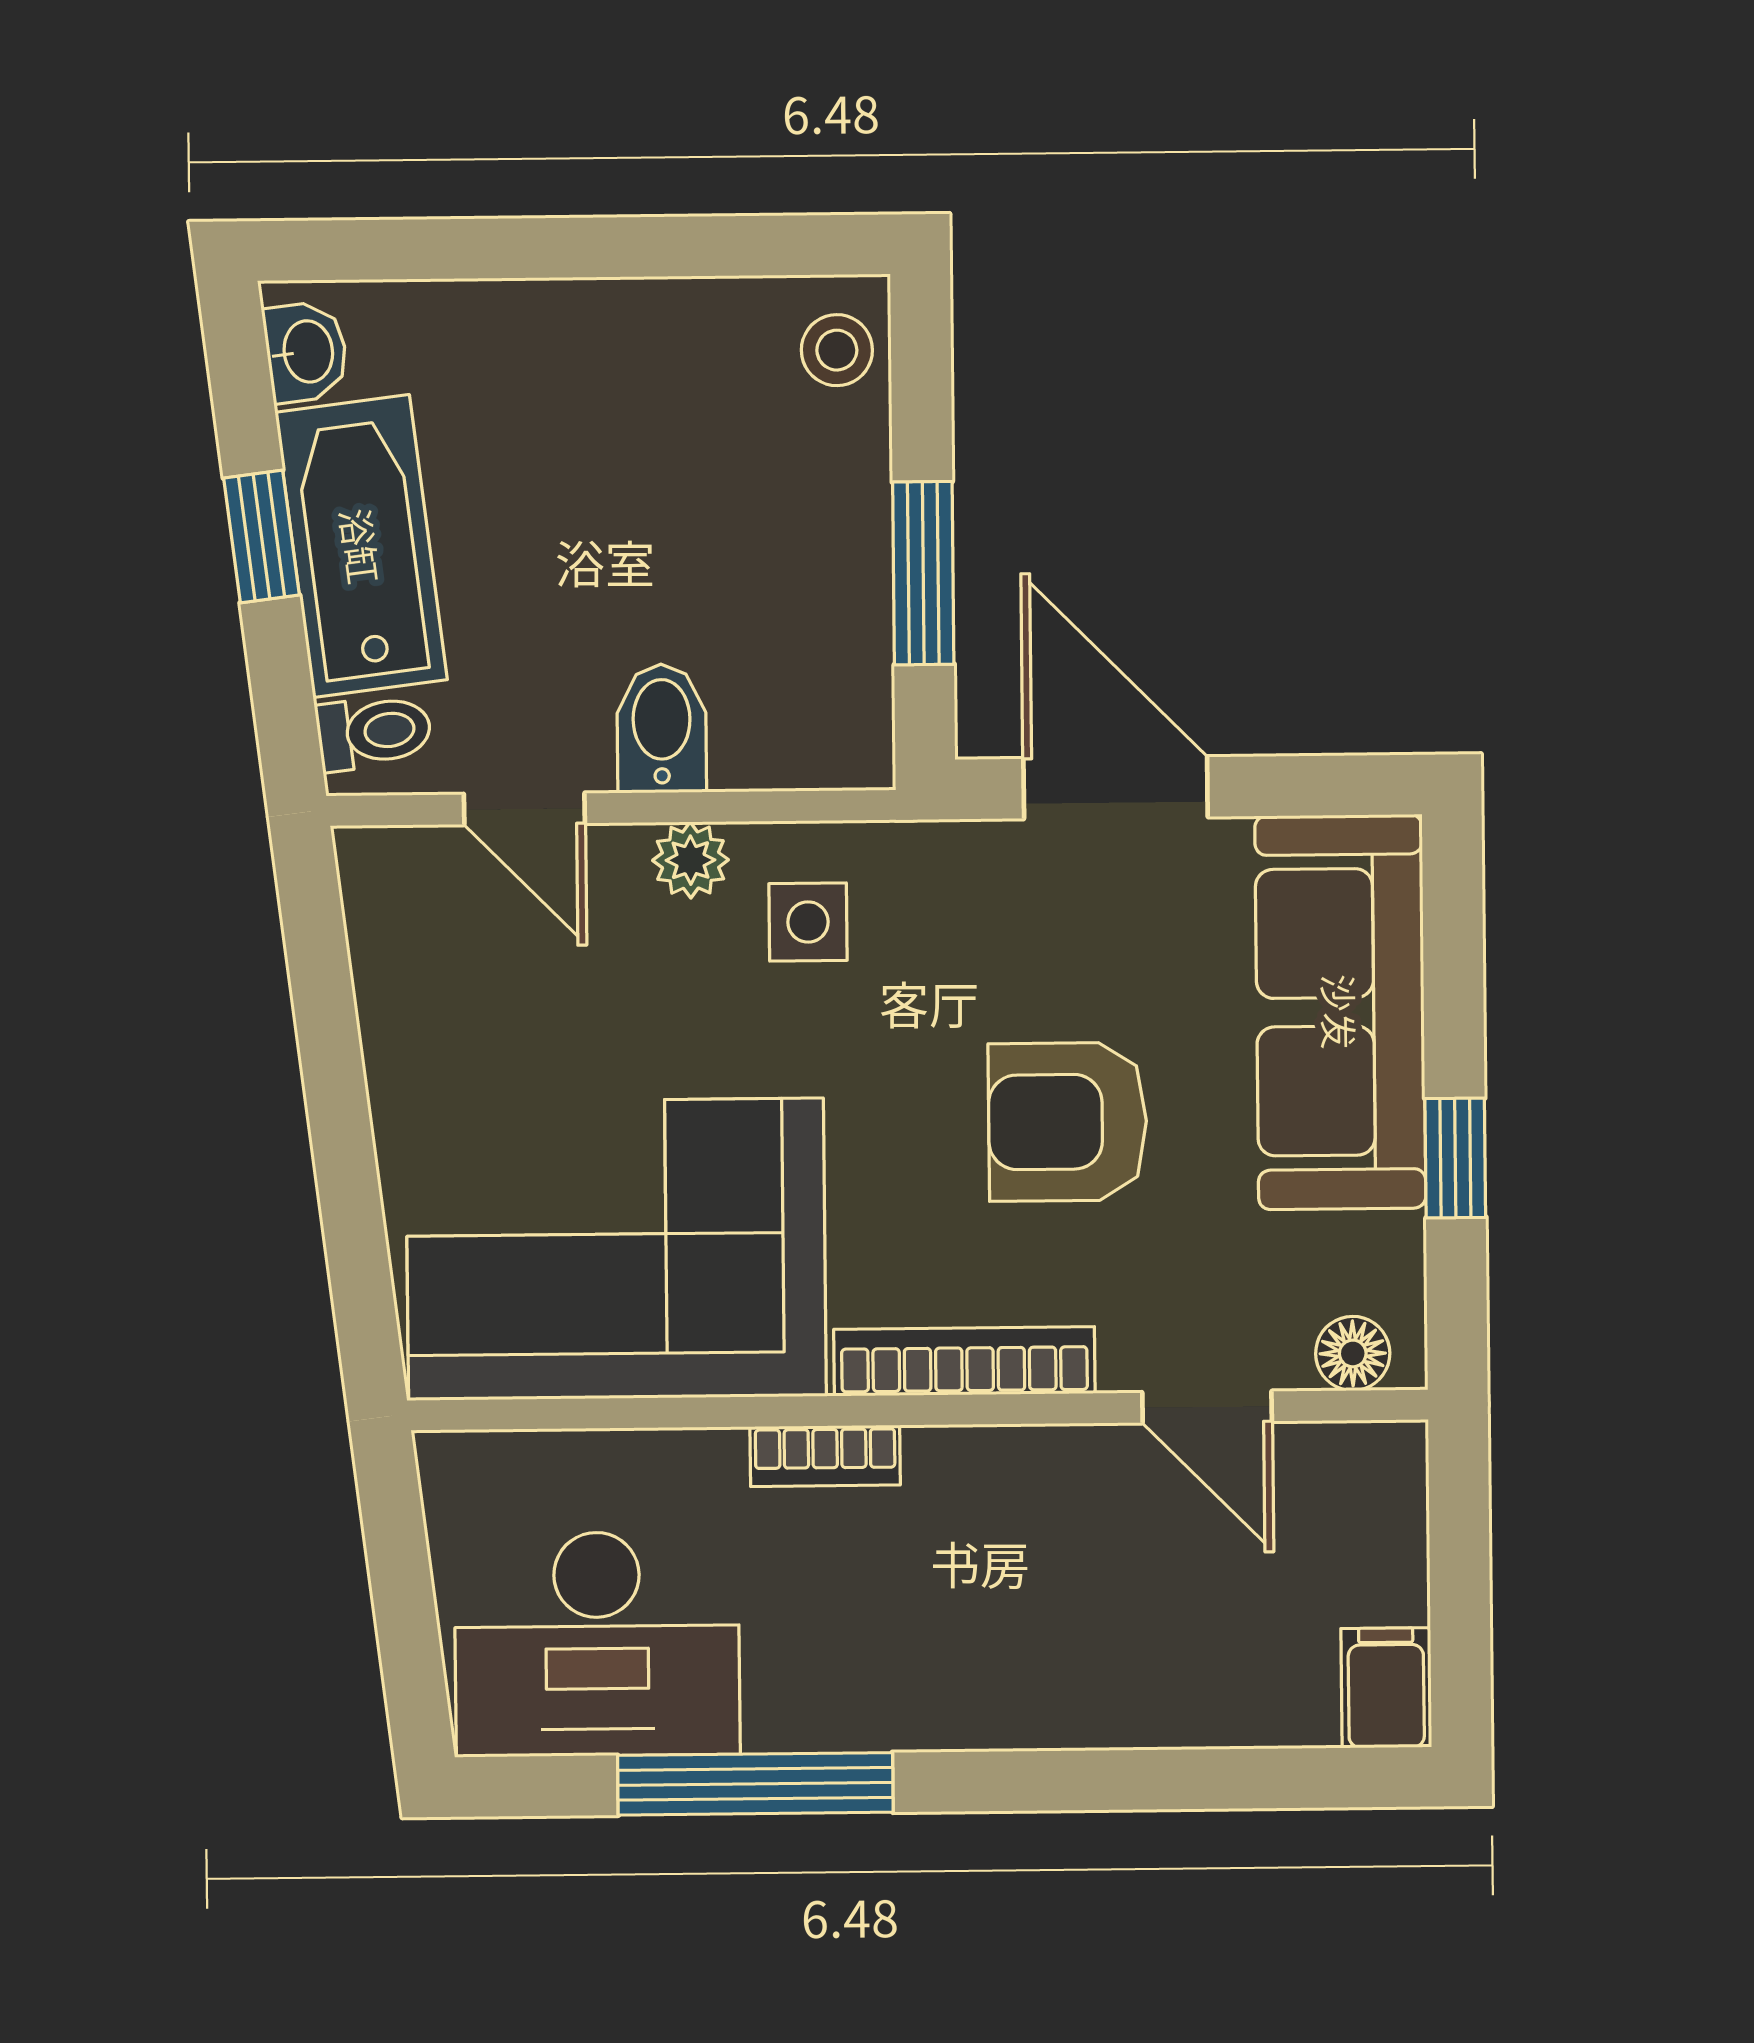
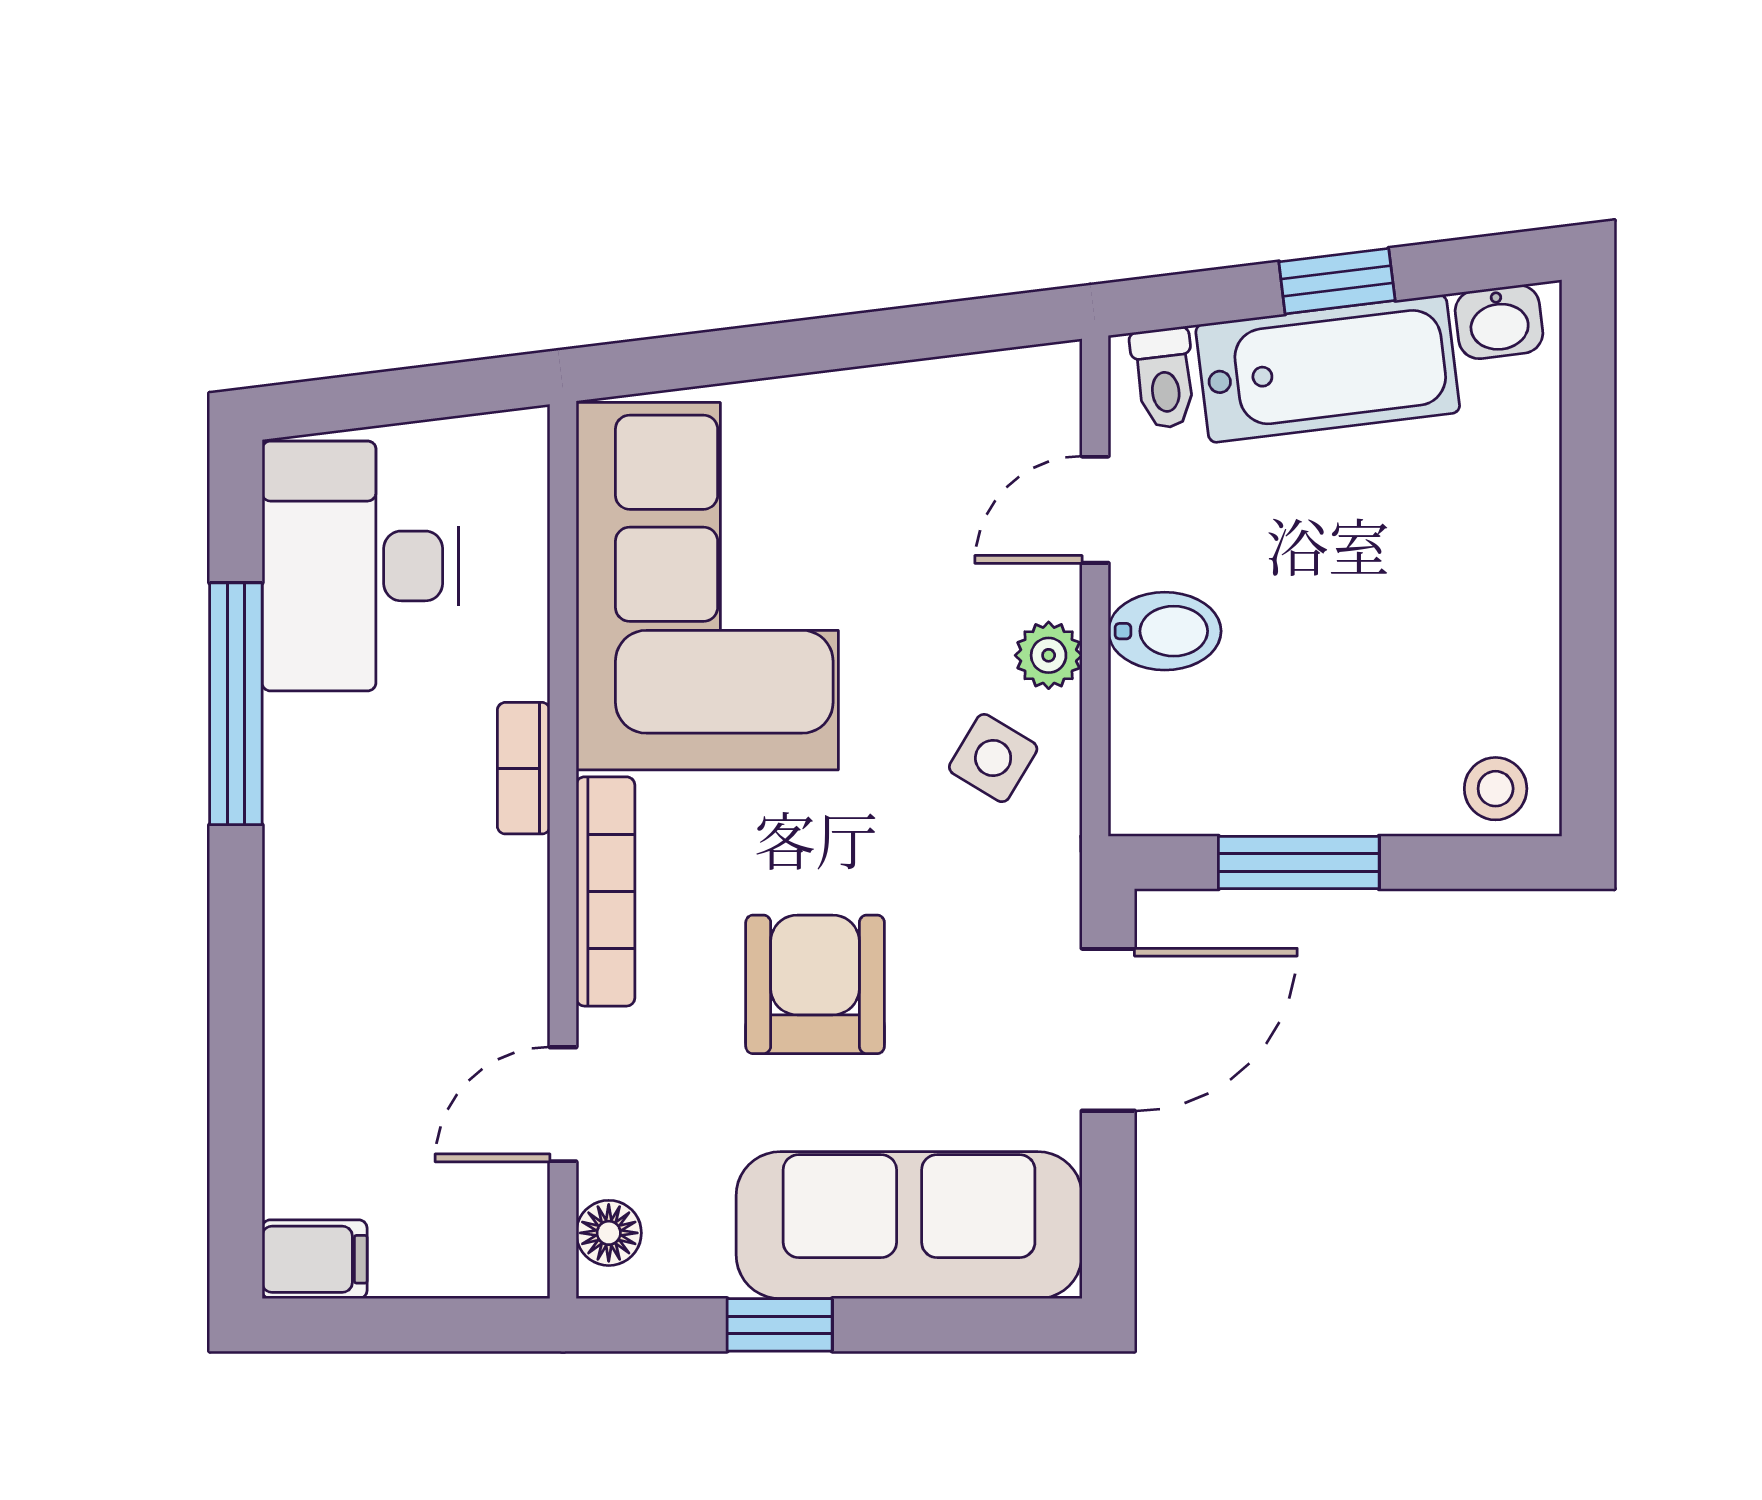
side table: (808, 922) -> (993, 758), turned 31

